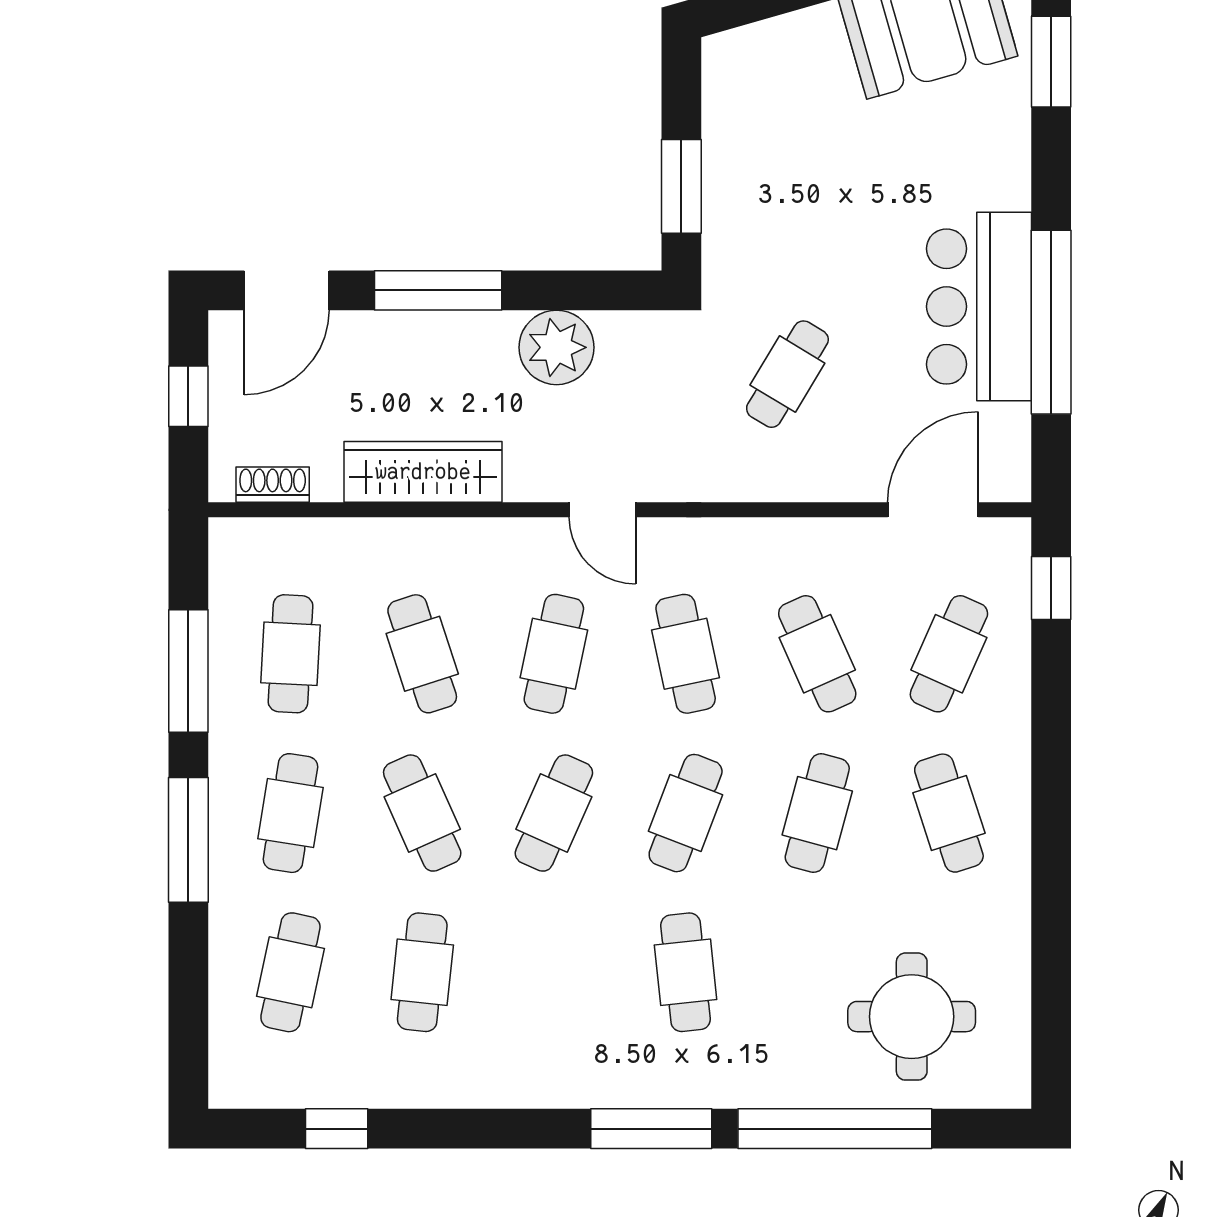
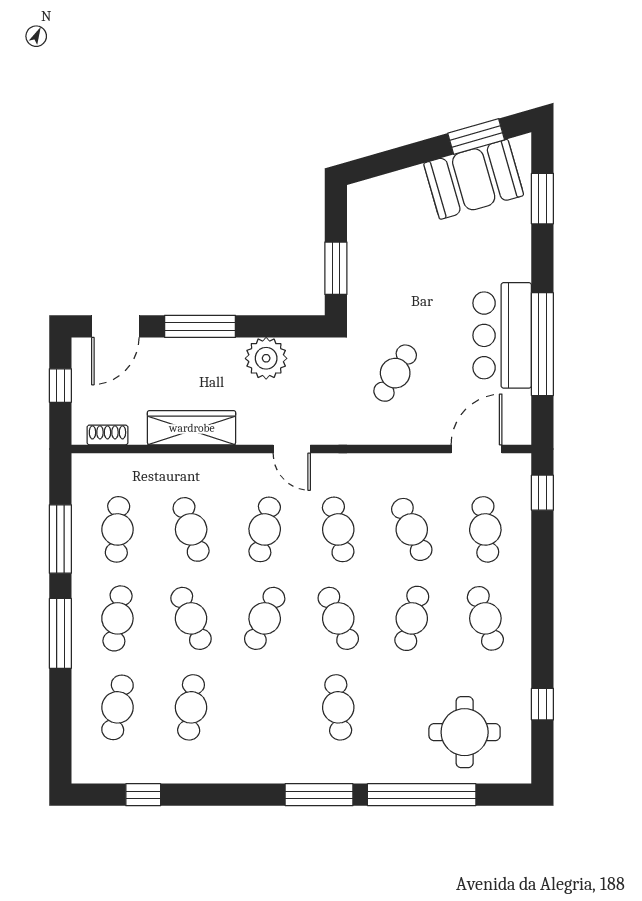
cafe table: (949, 654) -> (485, 529), turned -30
cafe table: (686, 813) -> (338, 618), turned -45
window: (1051, 966) -> (542, 704), added

